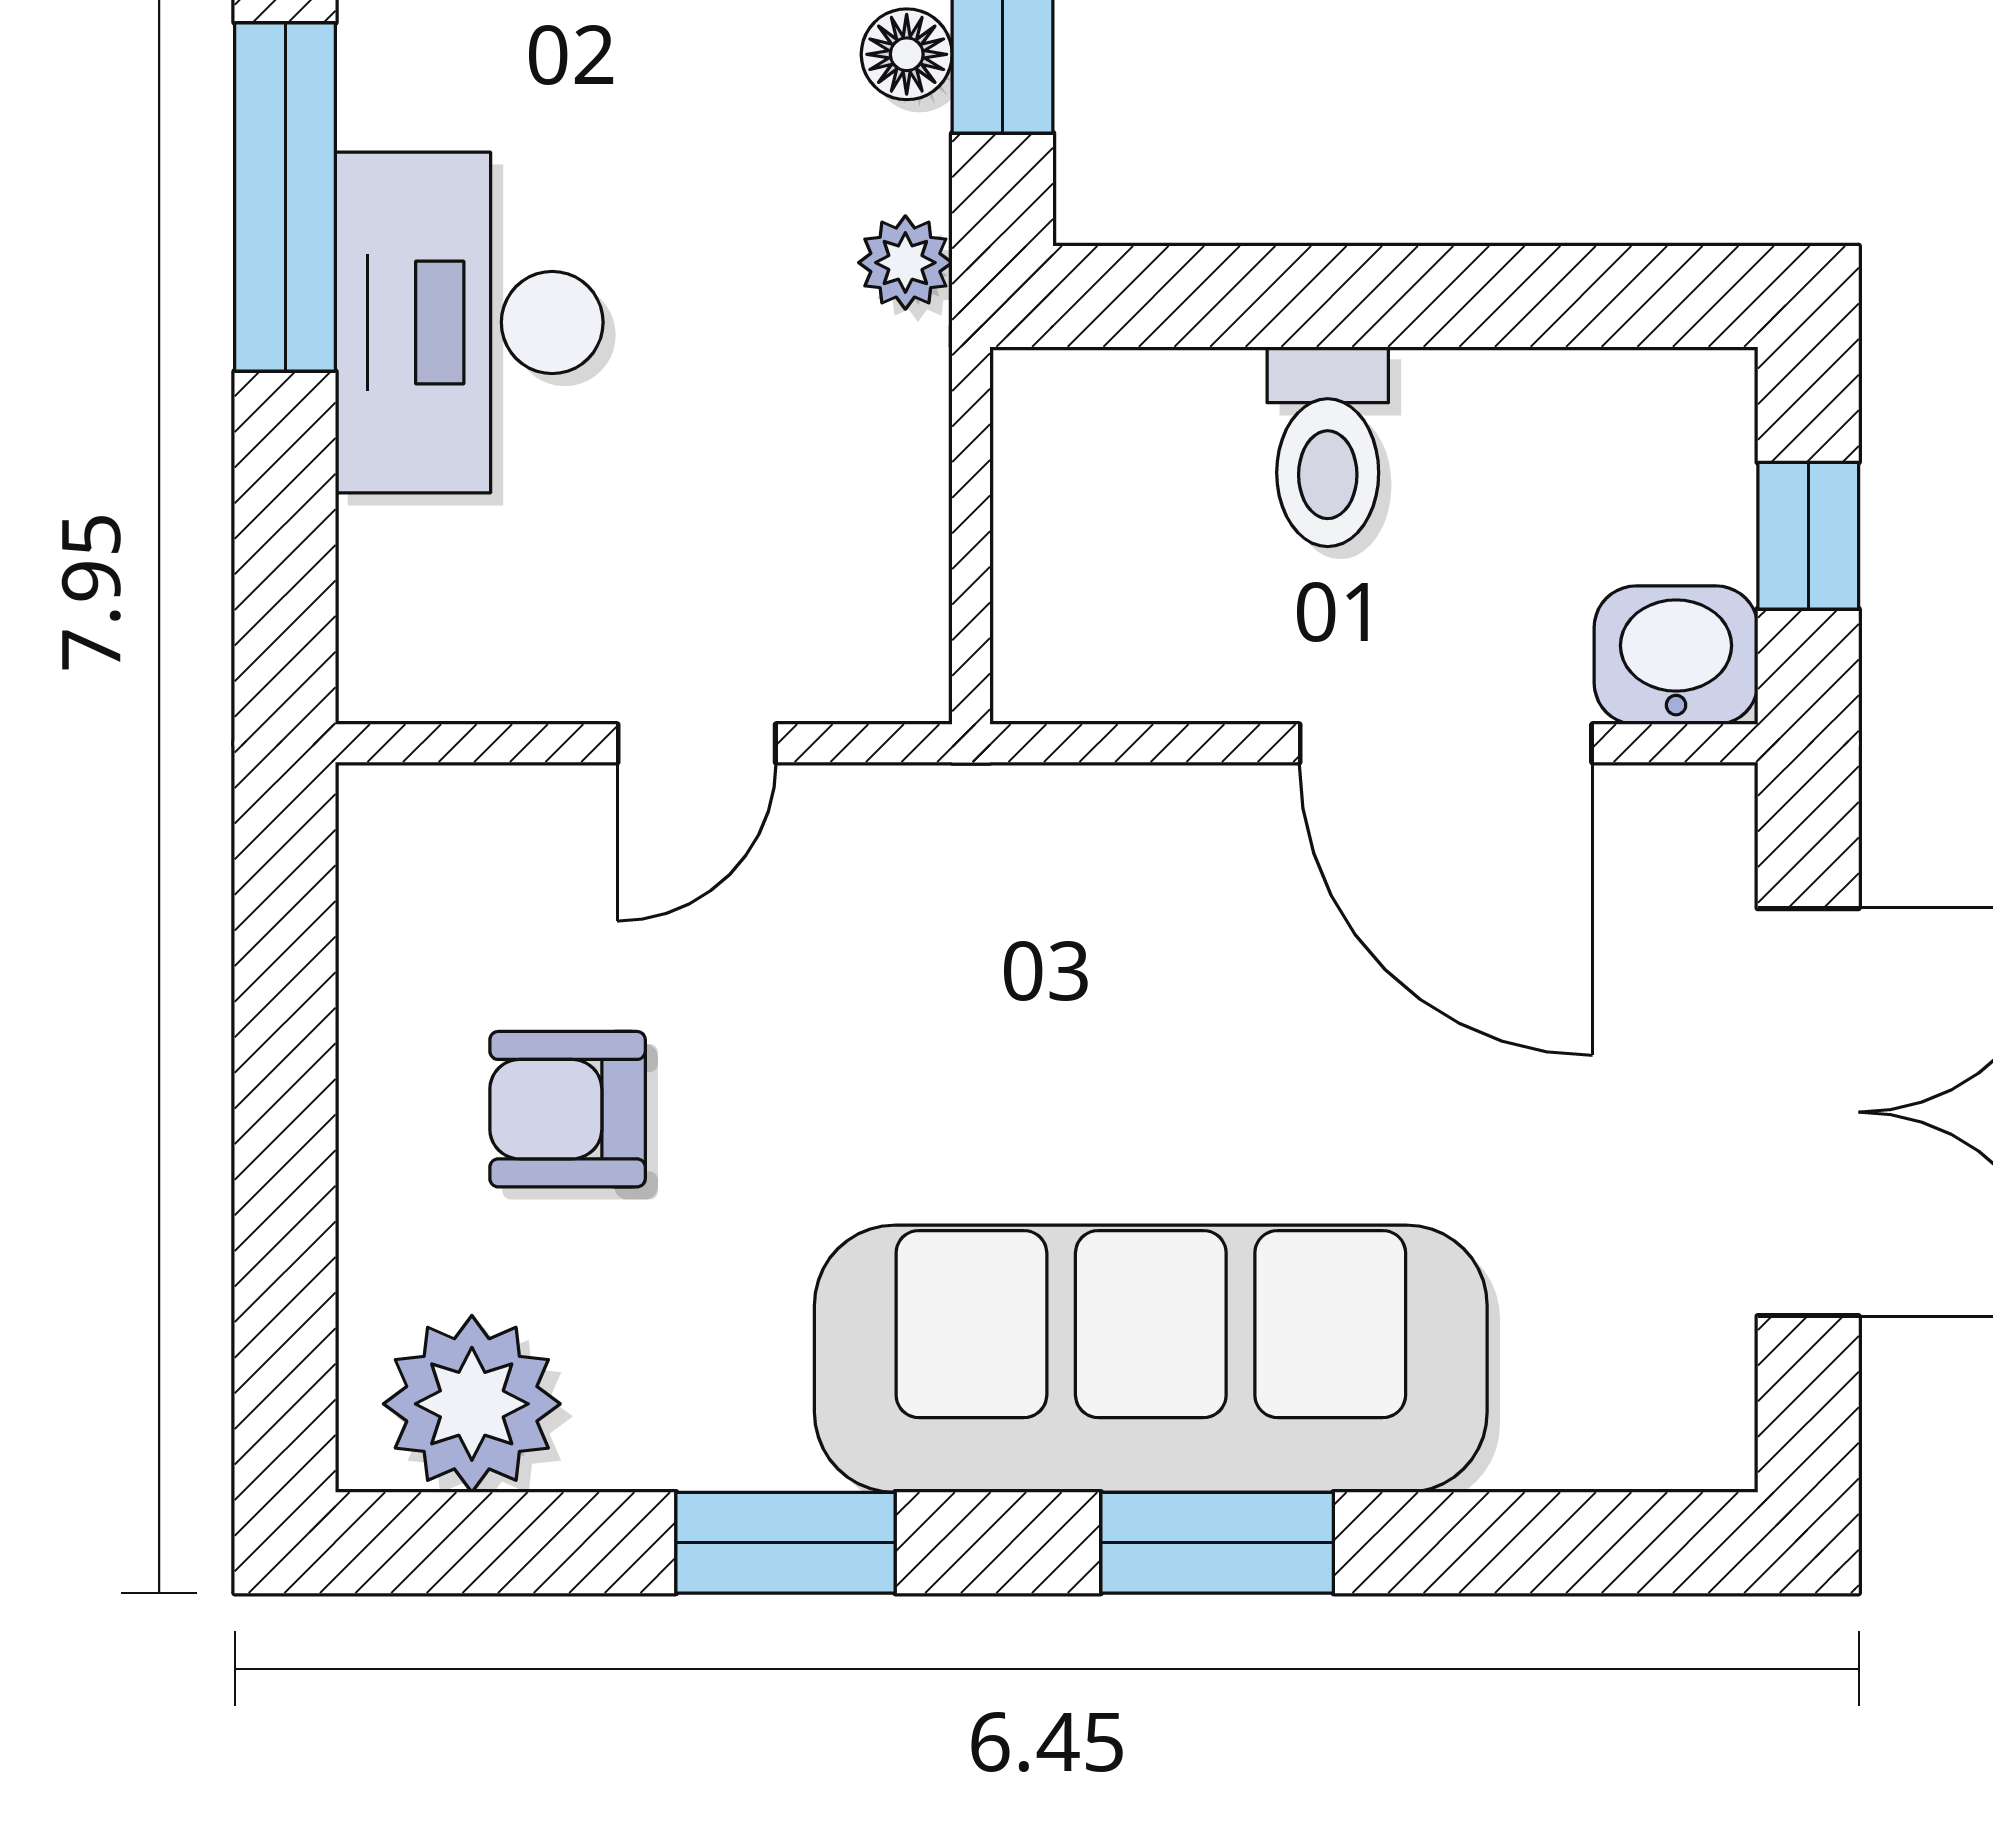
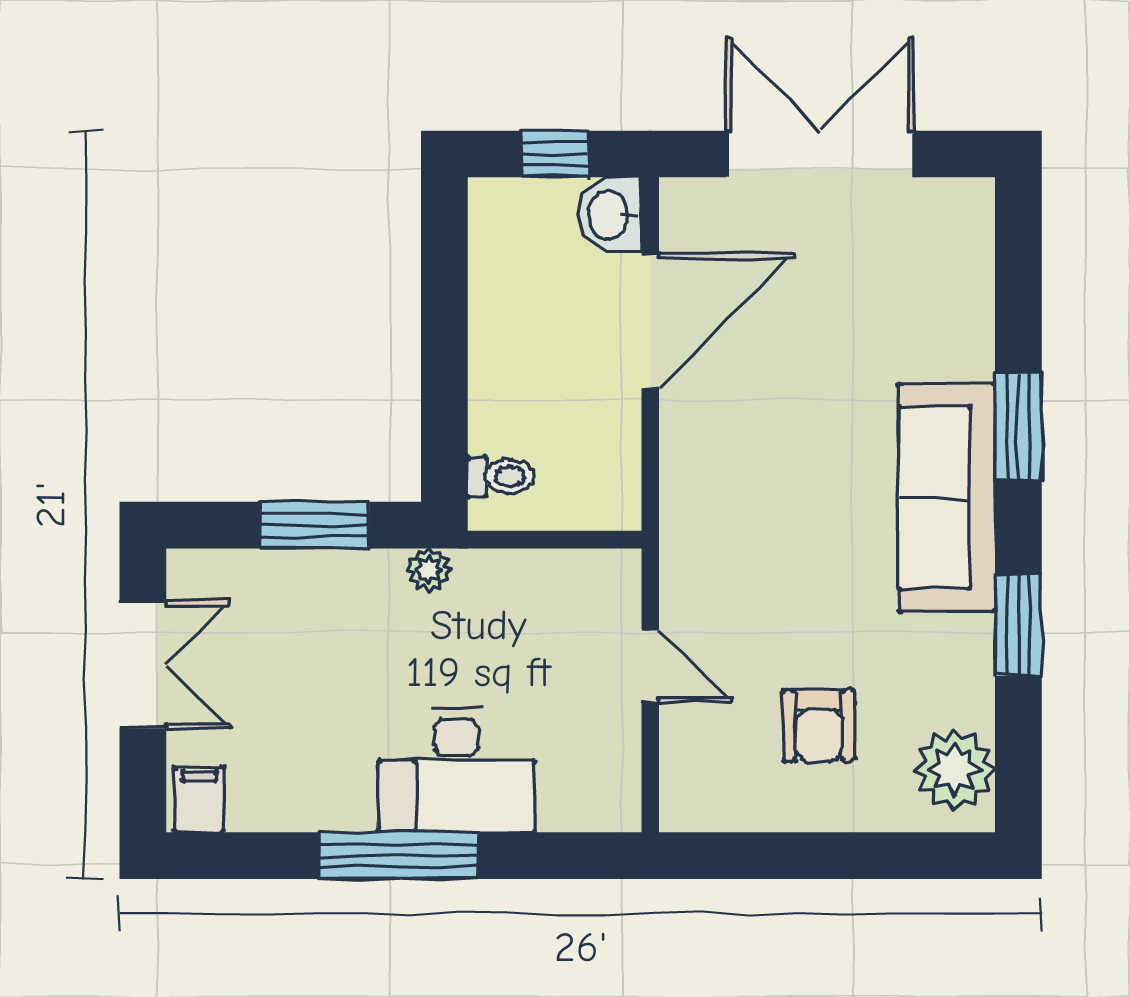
floor lamp: (907, 54) -> (333, 569), removed
toilet: (1328, 447) -> (501, 477), moved, width x0.73, depth x0.72
sofa: (1151, 1359) -> (947, 498), width x0.74, depth x0.79

